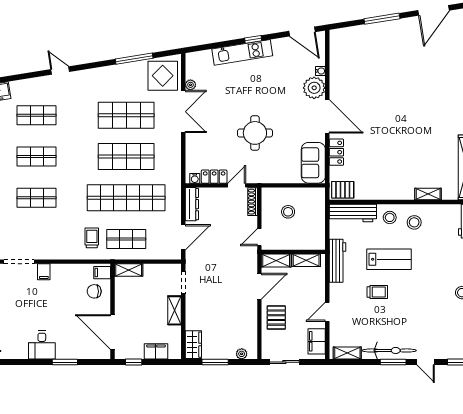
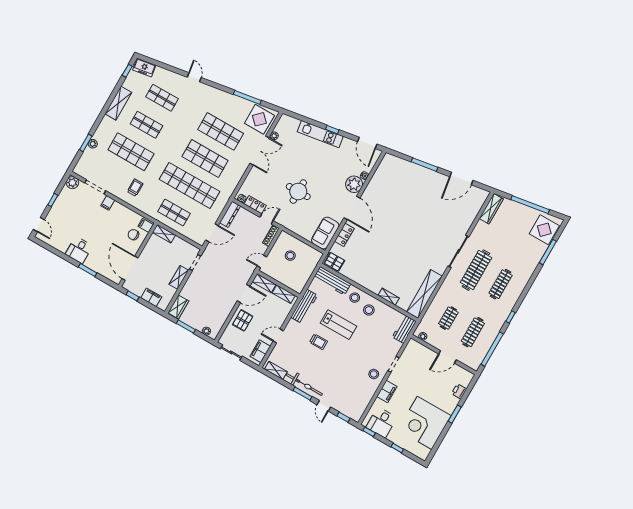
shop shelf: (37, 198) -> (131, 152), width x1.43, depth x1.36
trolley: (92, 238) -> (135, 188), moved

